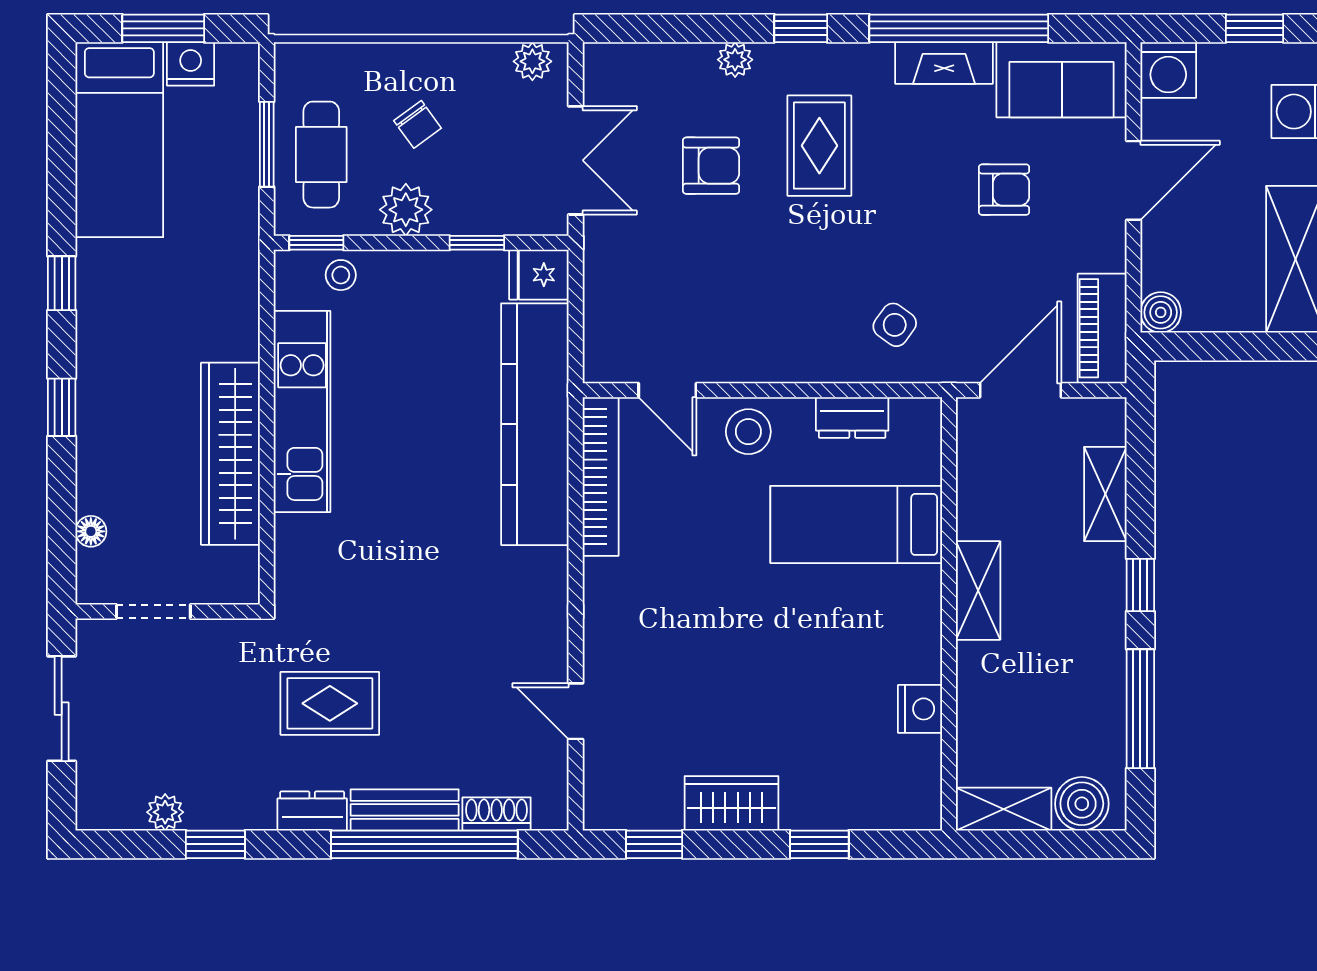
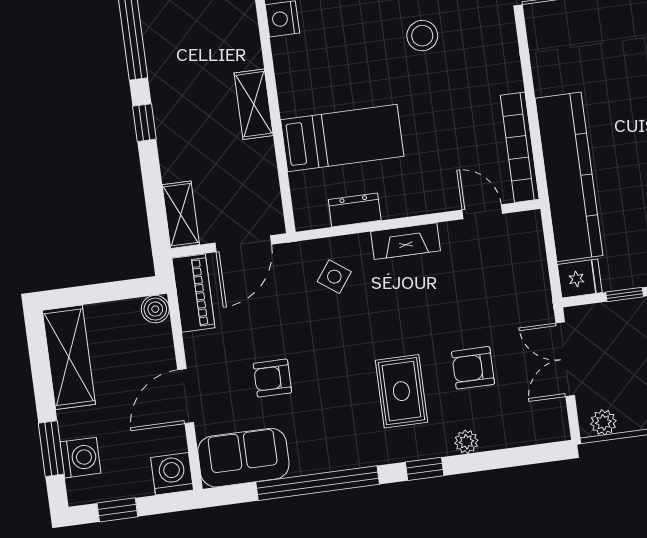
fireplace: (944, 63) -> (406, 241), moved, turned 180
stool: (748, 432) -> (422, 36), moved
shelving: (1105, 494) -> (181, 215), moved

